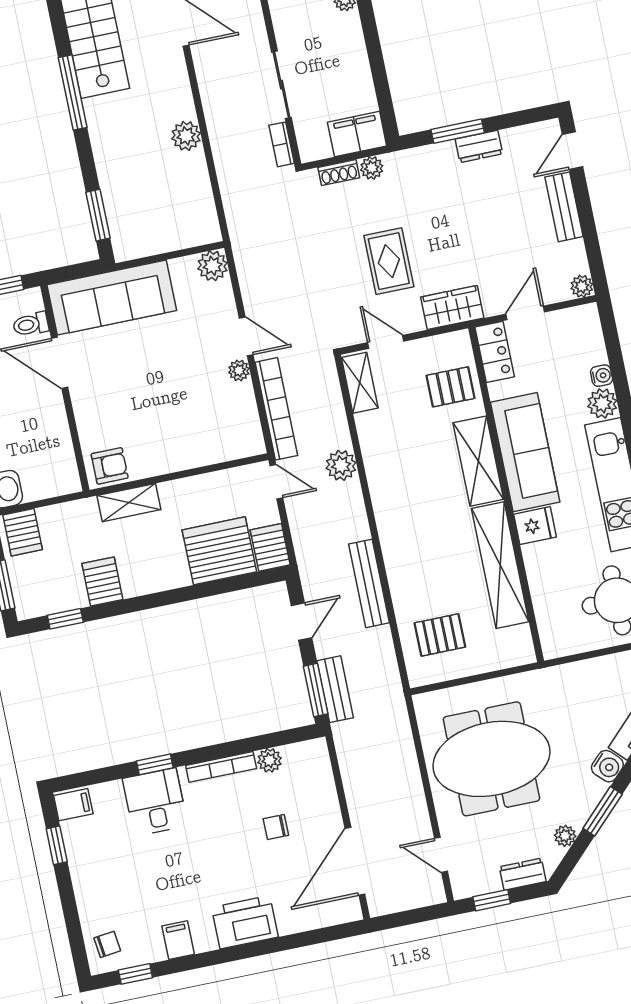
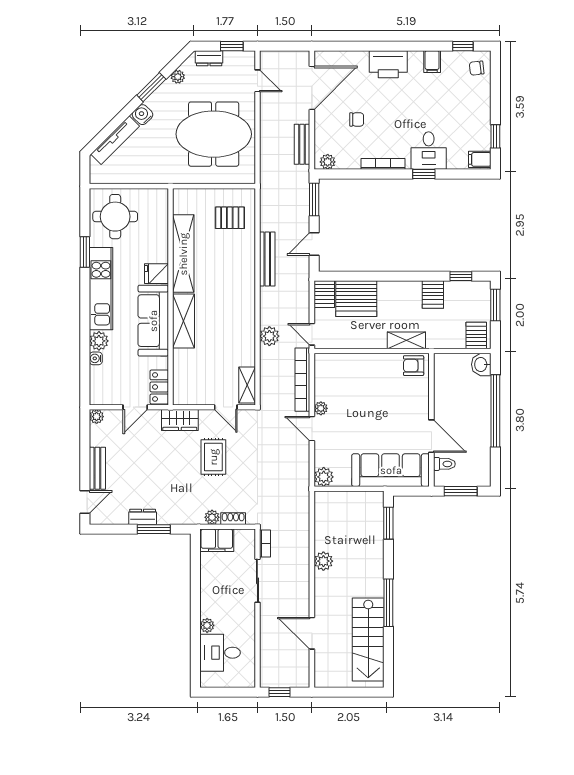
pallet: (451, 387) -> (191, 371), removed
bench: (335, 689) -> (302, 144), moved
plant: (270, 760) -> (328, 162), moved

